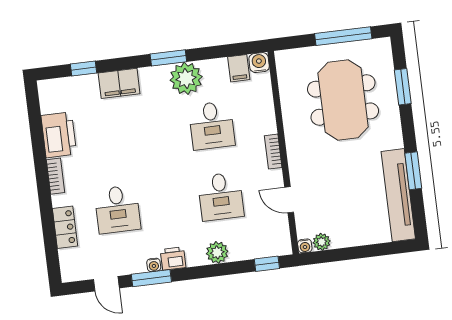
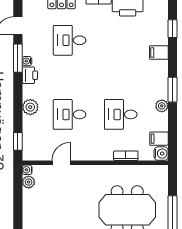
plant: (186, 78) -> (162, 106), width x0.53, depth x0.53
filing cabinet: (119, 83) -> (159, 53), width x0.50
bookcase: (273, 152) -> (126, 156), moved

